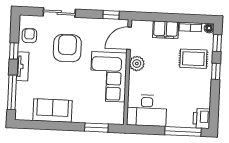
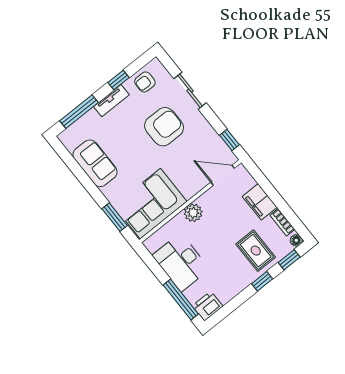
armchair: (29, 36) -> (145, 82), turned 180
plant: (137, 64) -> (193, 213), moved
corner sofa: (108, 77) -> (150, 204), moved
desk: (147, 110) -> (181, 262), moved

